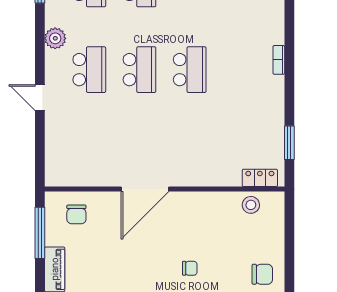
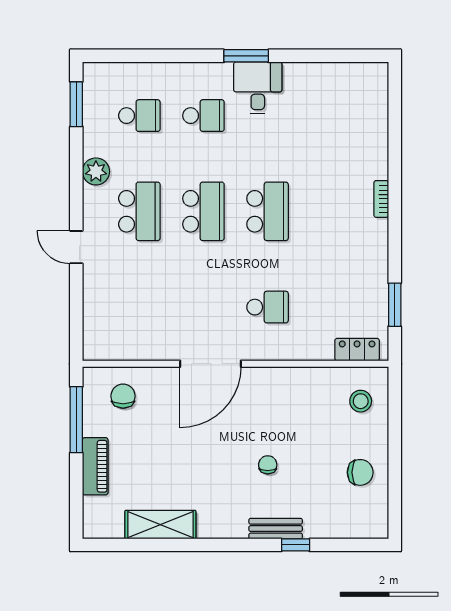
school desk: (190, 145) -> (268, 307), added
stool: (251, 205) -> (361, 401), moved
chair: (76, 214) -> (123, 396), turned 180
chair: (190, 268) -> (268, 465), turned -90

